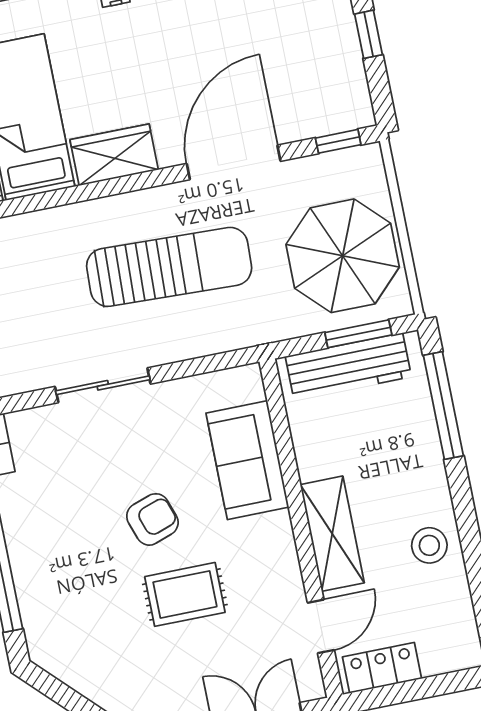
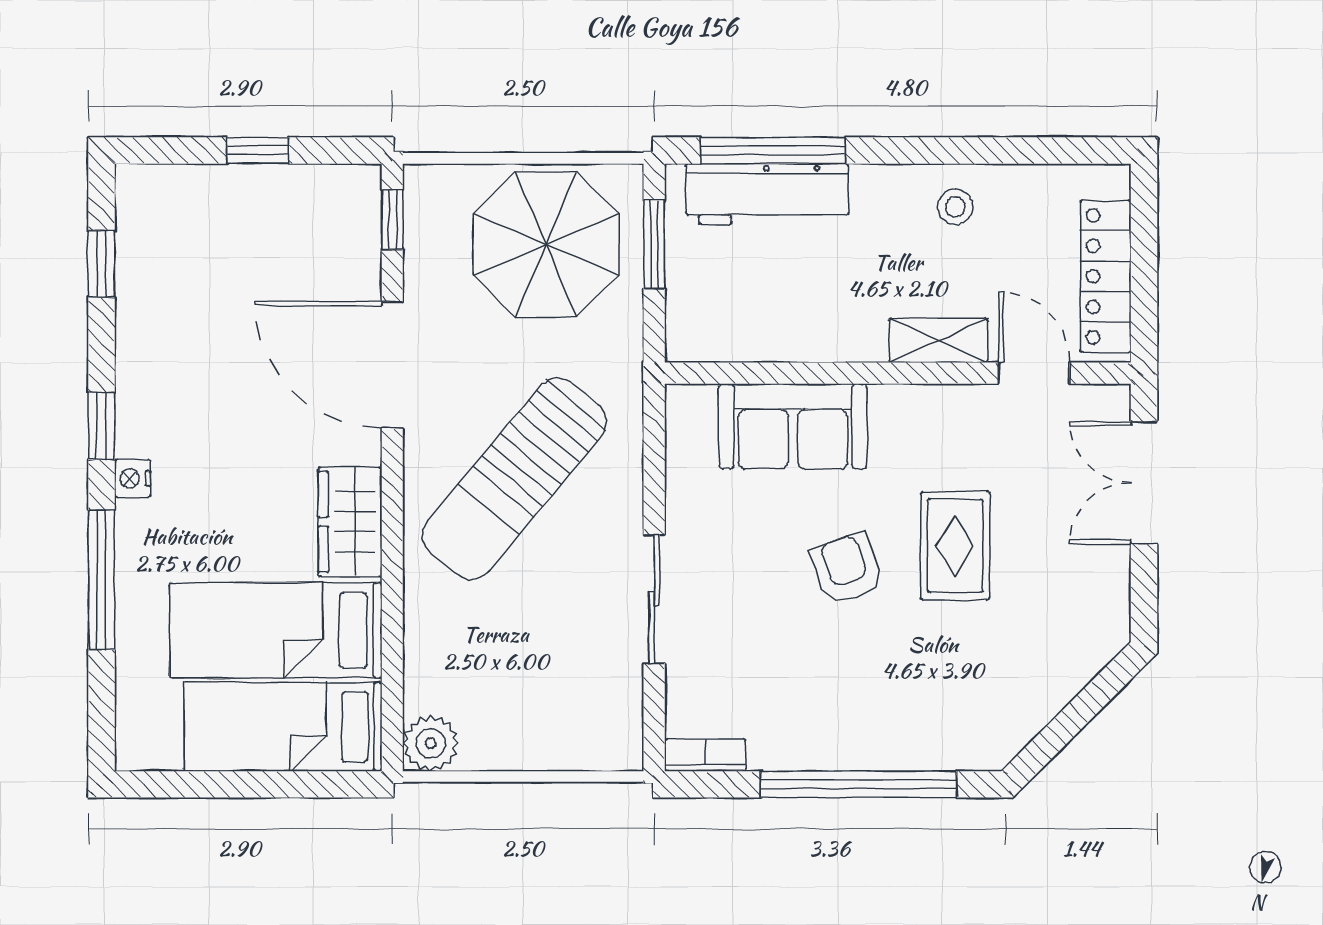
sun lounger: (169, 267) -> (514, 479), turned -142
workbench: (348, 367) -> (767, 194), moved, turned 90
shelving: (332, 534) -> (938, 340), width x0.67, depth x0.75
stool: (429, 545) -> (955, 207), width x0.73, depth x0.73
locker: (382, 668) -> (1106, 276), width x1.53

